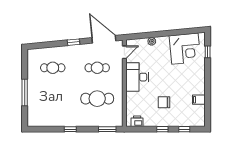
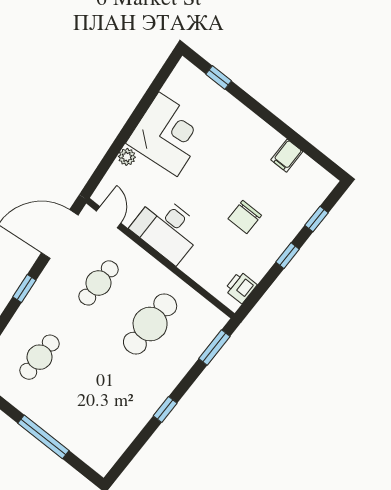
corner desk: (185, 49) -> (168, 134), moved

